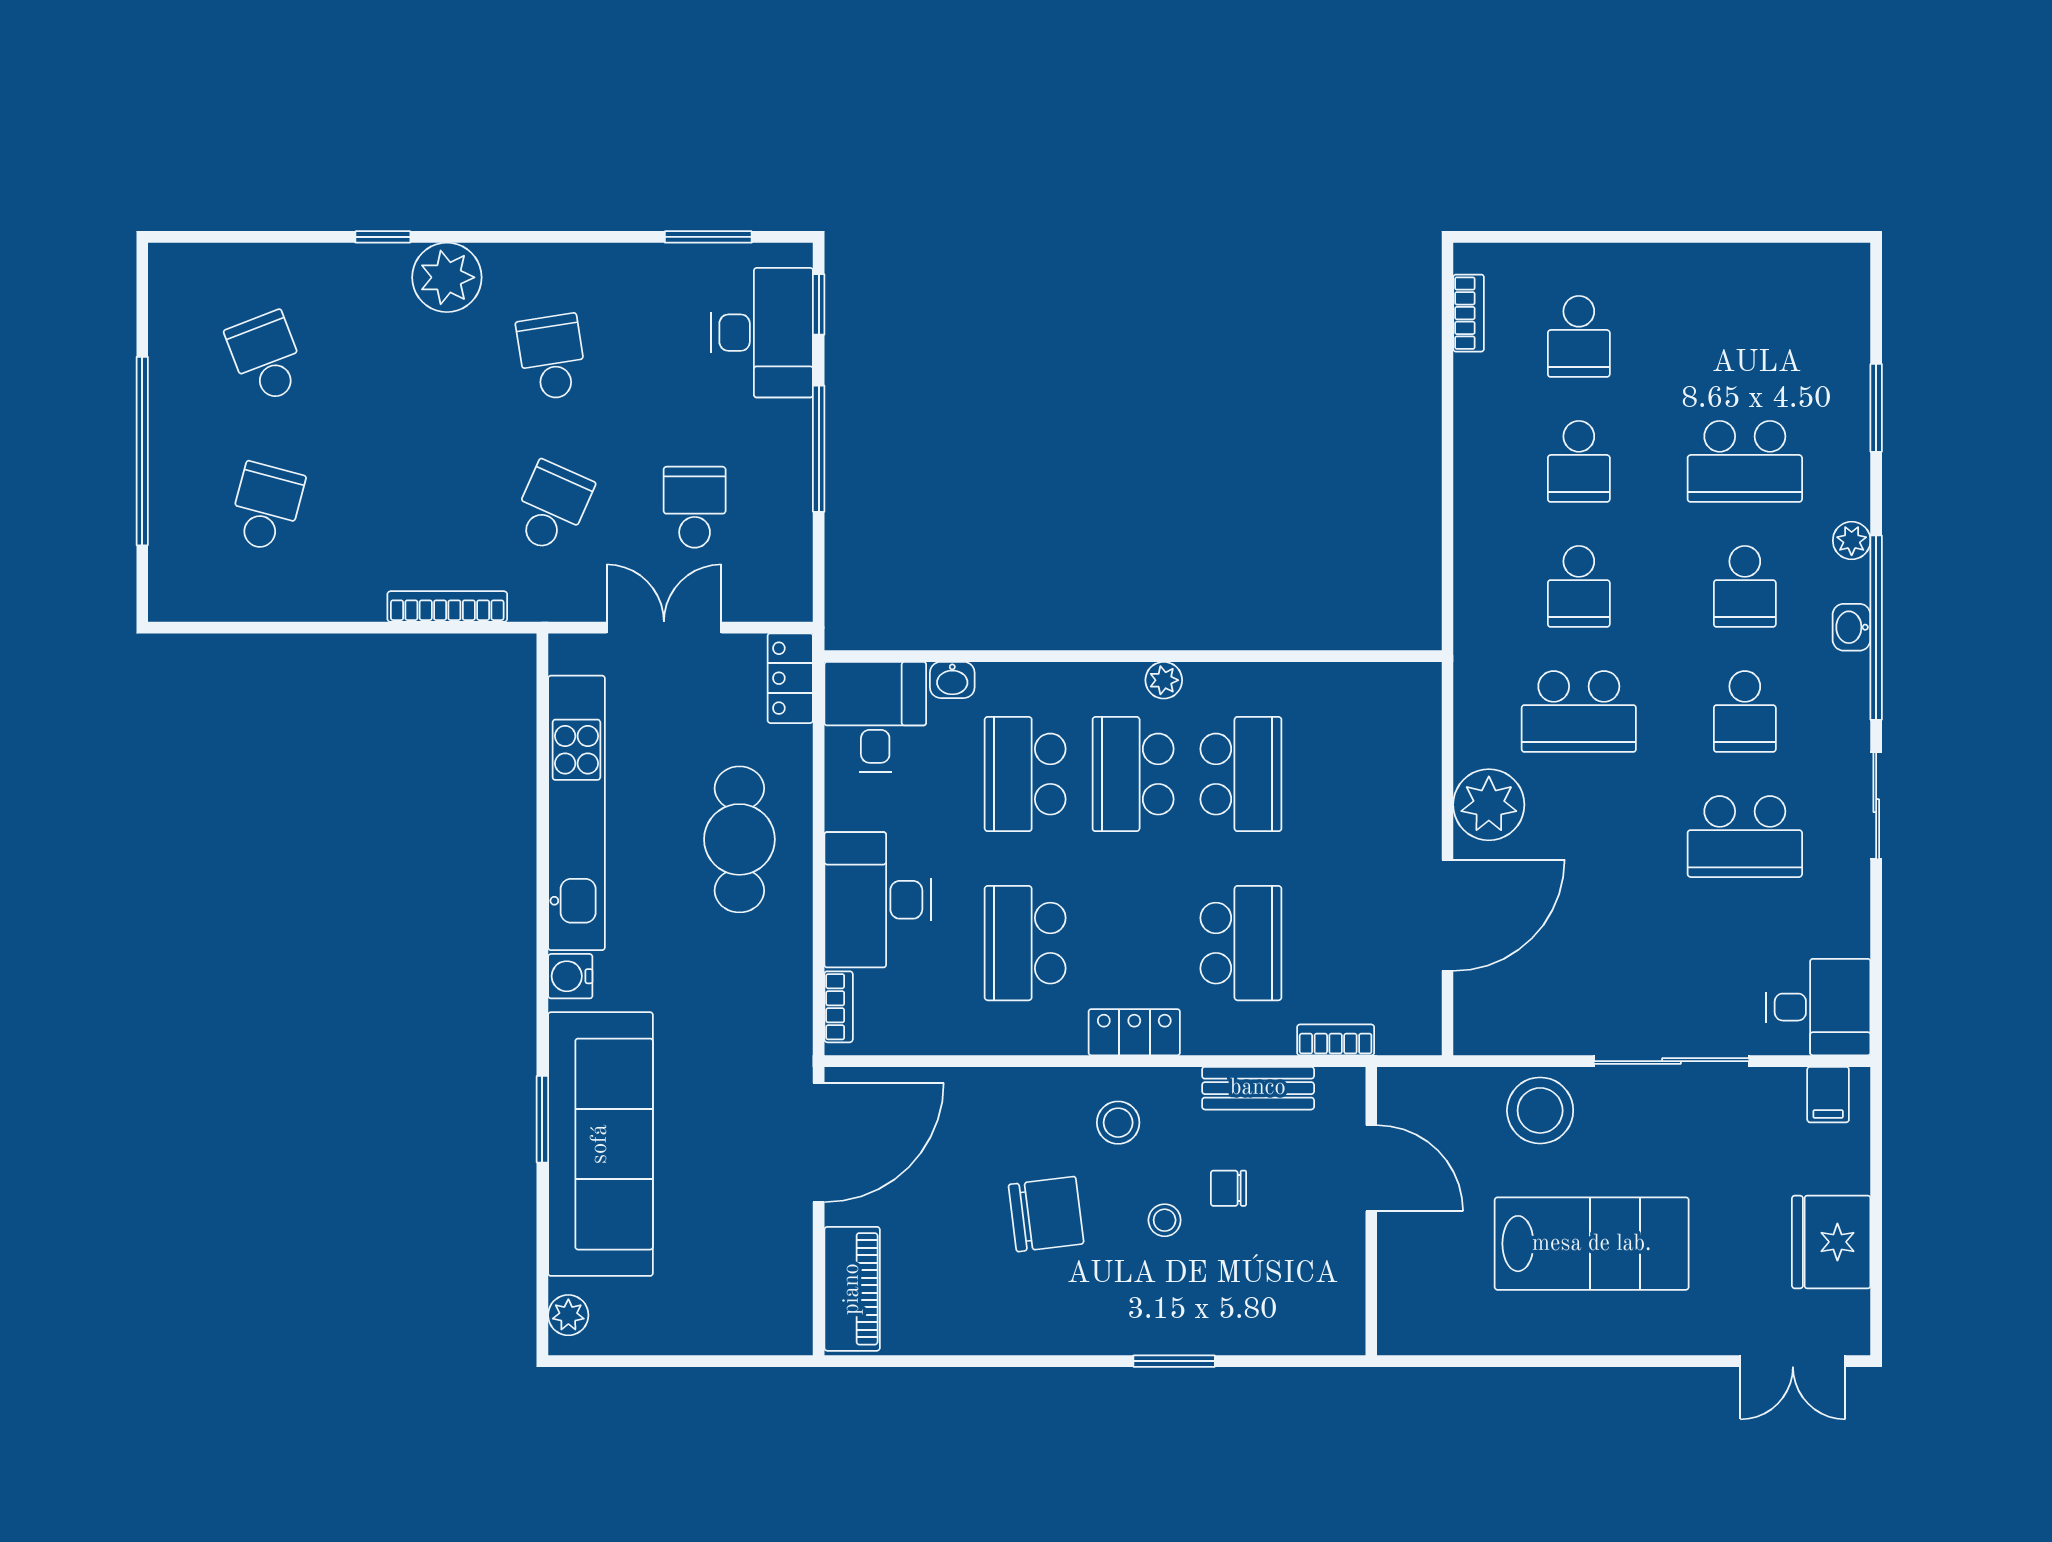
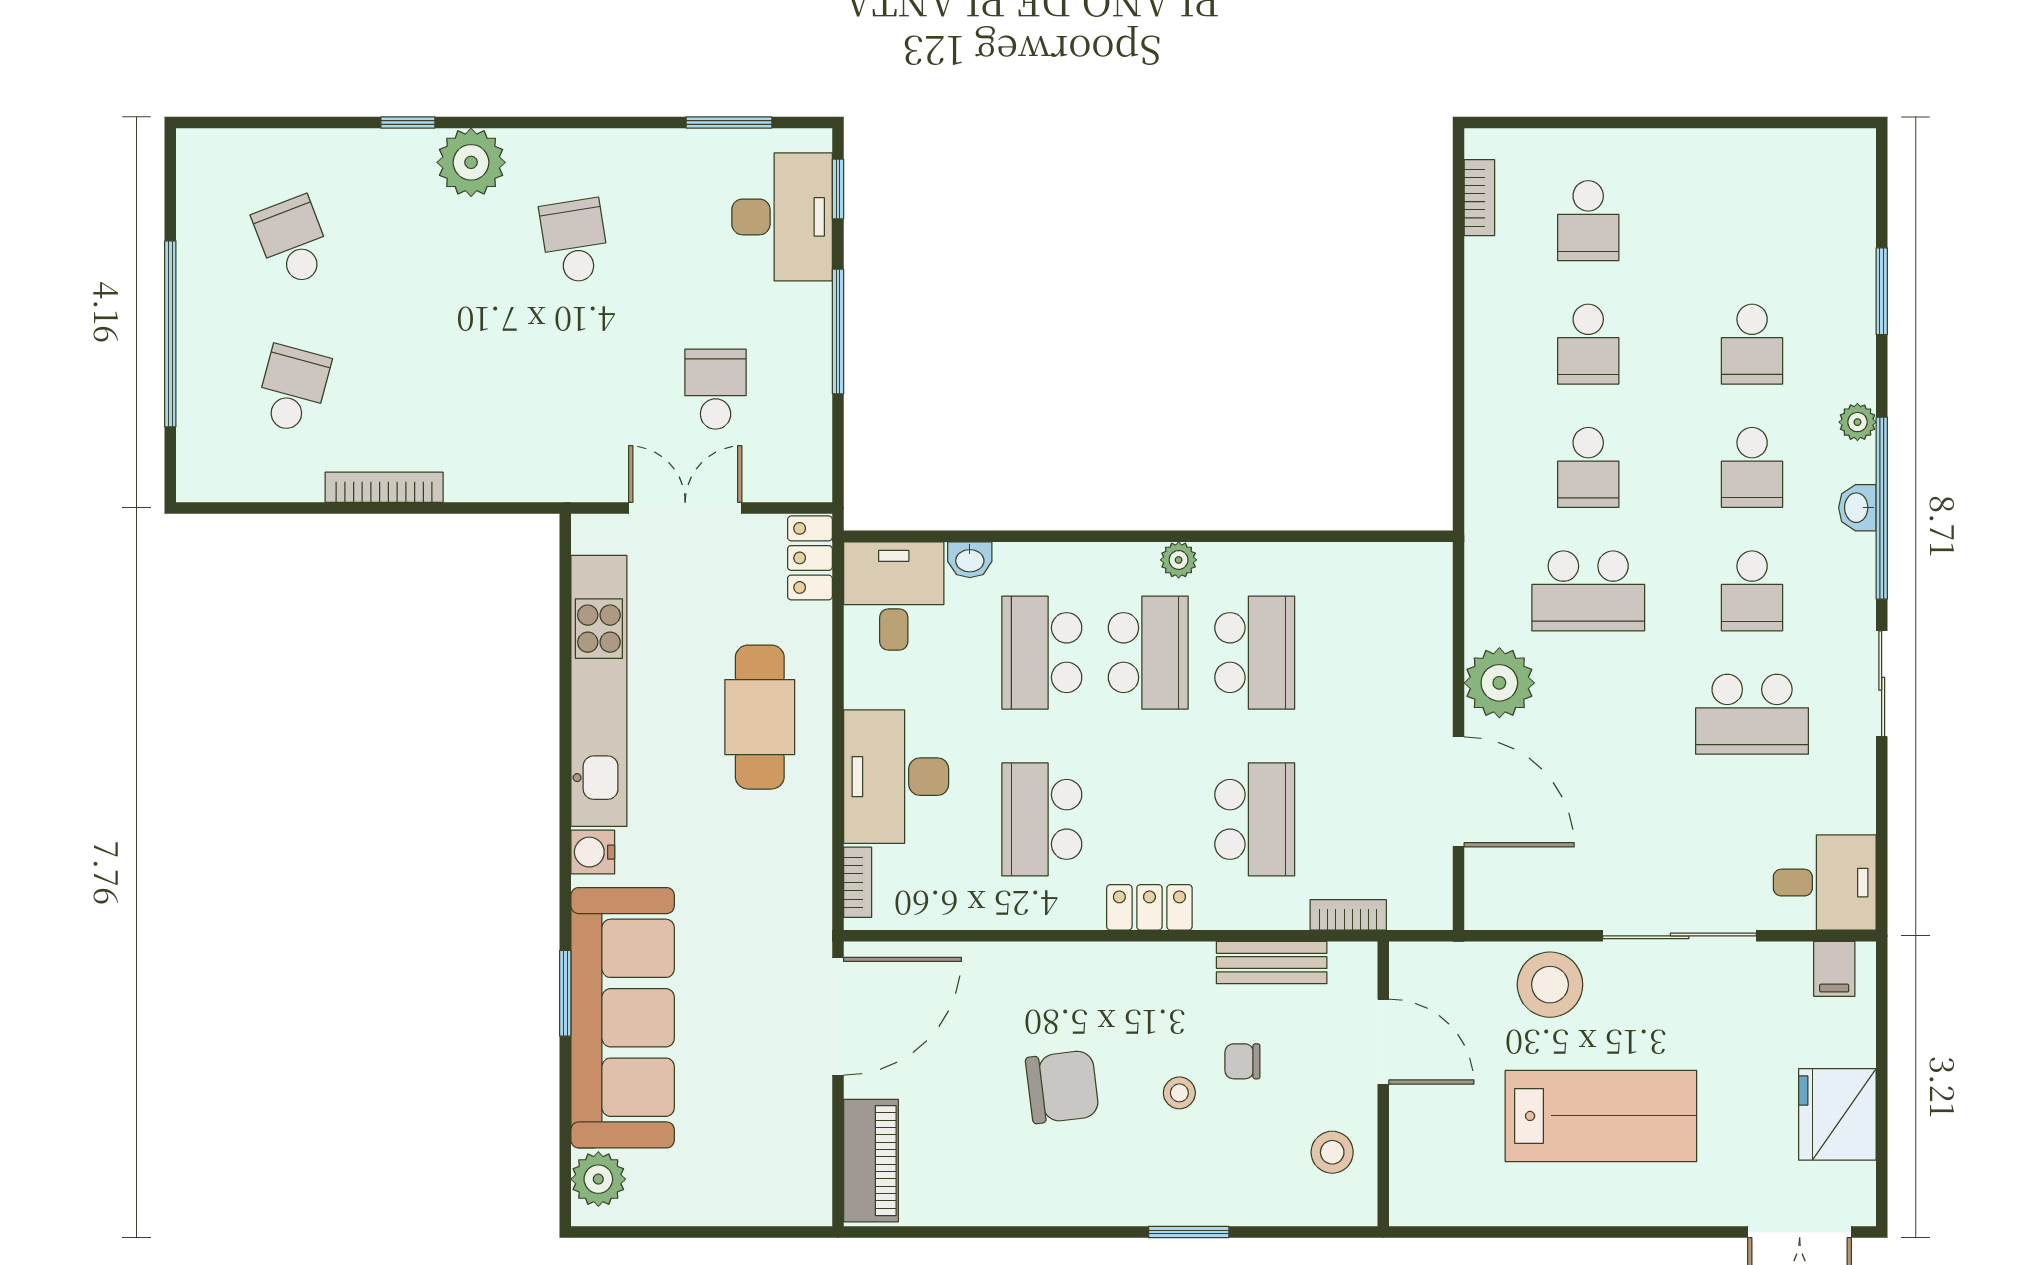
school desk: (1745, 461) -> (1752, 344), width x0.54
school desk: (552, 507) -> (575, 389), removed
bookcase: (447, 607) -> (384, 487), moved
school desk: (1133, 774) -> (1148, 653), turned 180
door: (1447, 915) -> (1459, 792), hinge flipped
stool: (1118, 1123) -> (1332, 1152), moved
plant: (568, 1315) -> (598, 1179), width x1.38, depth x1.38

